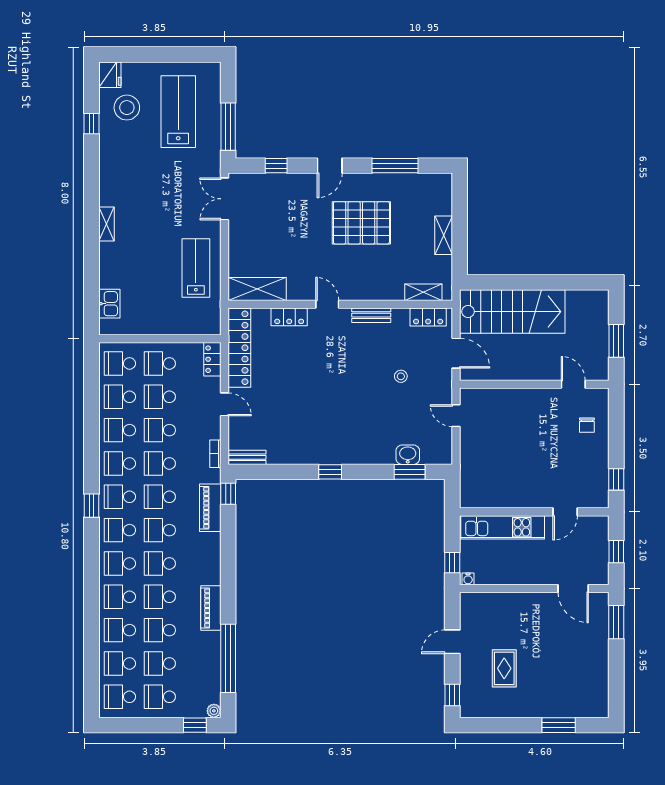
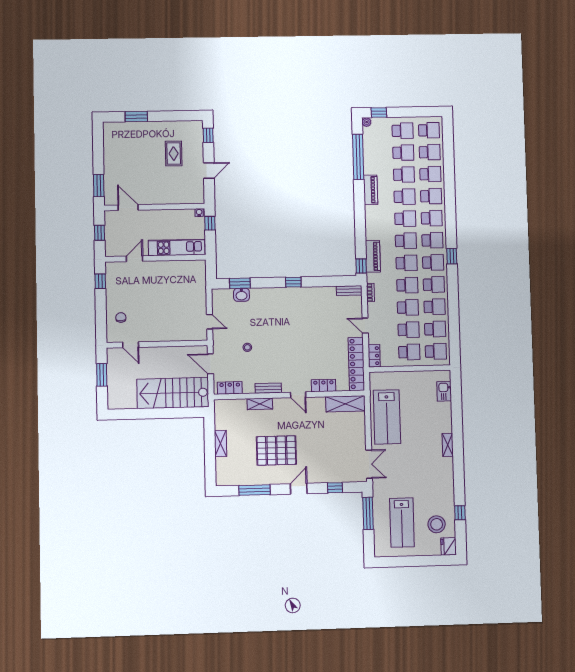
lab bench: (196, 268) -> (387, 417), width x1.36, depth x1.39
shelving: (423, 292) -> (260, 404), moved

